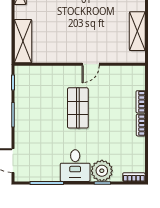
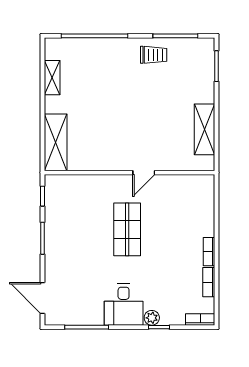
bookcase: (141, 102) -> (209, 282), moved
plant: (102, 171) -> (152, 318), width x0.53, depth x0.53

